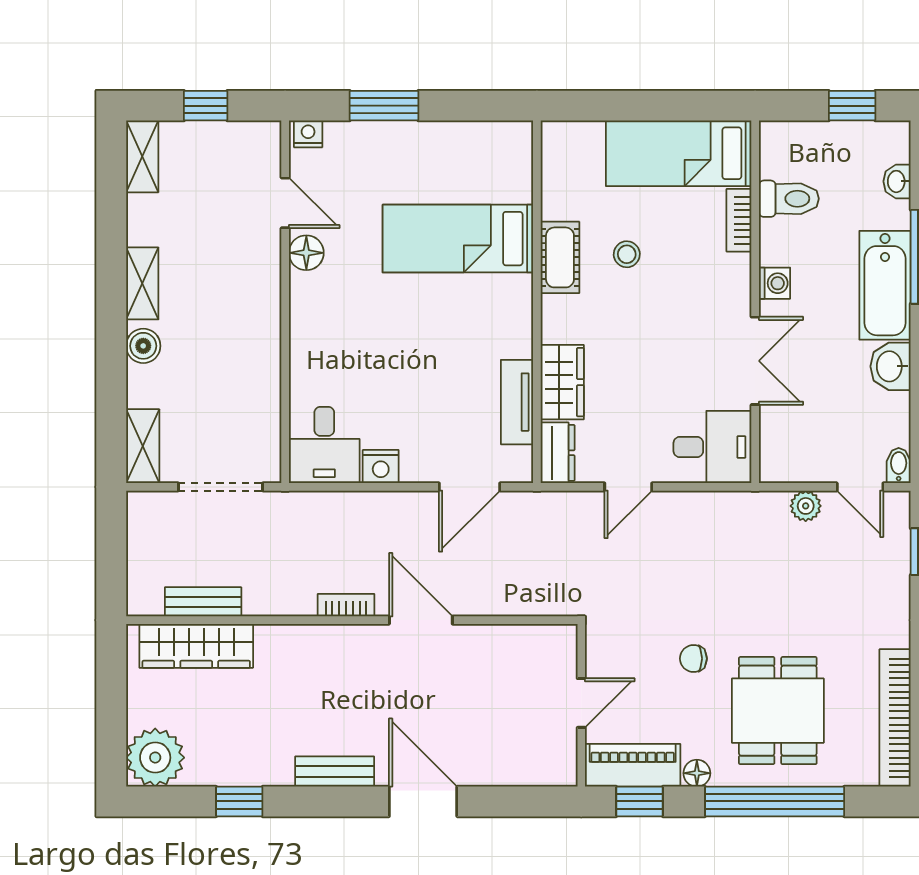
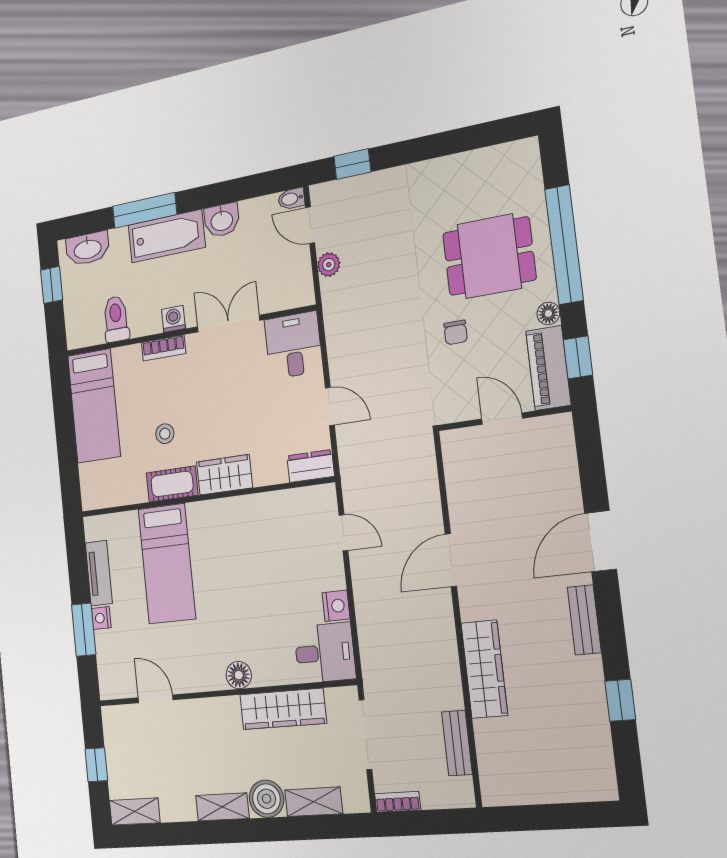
nightstand: (308, 134) -> (101, 618), moved
washbasin: (897, 181) -> (88, 249), width x1.91, depth x1.45
door: (285, 203) -> (156, 699), hinge flipped
bookcase: (739, 220) -> (164, 348), moved
floor lamp: (306, 253) -> (239, 675), moved
boiler: (143, 346) -> (267, 799), width x1.36, depth x1.36
wardrobe: (259, 381) -> (283, 709), added
wardrobe: (562, 382) -> (224, 475), moved
tv unit: (517, 402) -> (99, 573), moved, turned -90
shelving: (143, 446) -> (314, 802), moved
door: (469, 487) -> (344, 533), width x0.73
door: (860, 487) -> (310, 225), swing flipped
bookcase: (346, 605) -> (398, 802), moved, turned 90
wardrobe: (196, 646) -> (484, 669), moved
bookcase: (895, 718) -> (484, 160), removed
plant: (155, 758) -> (591, 776), removed

